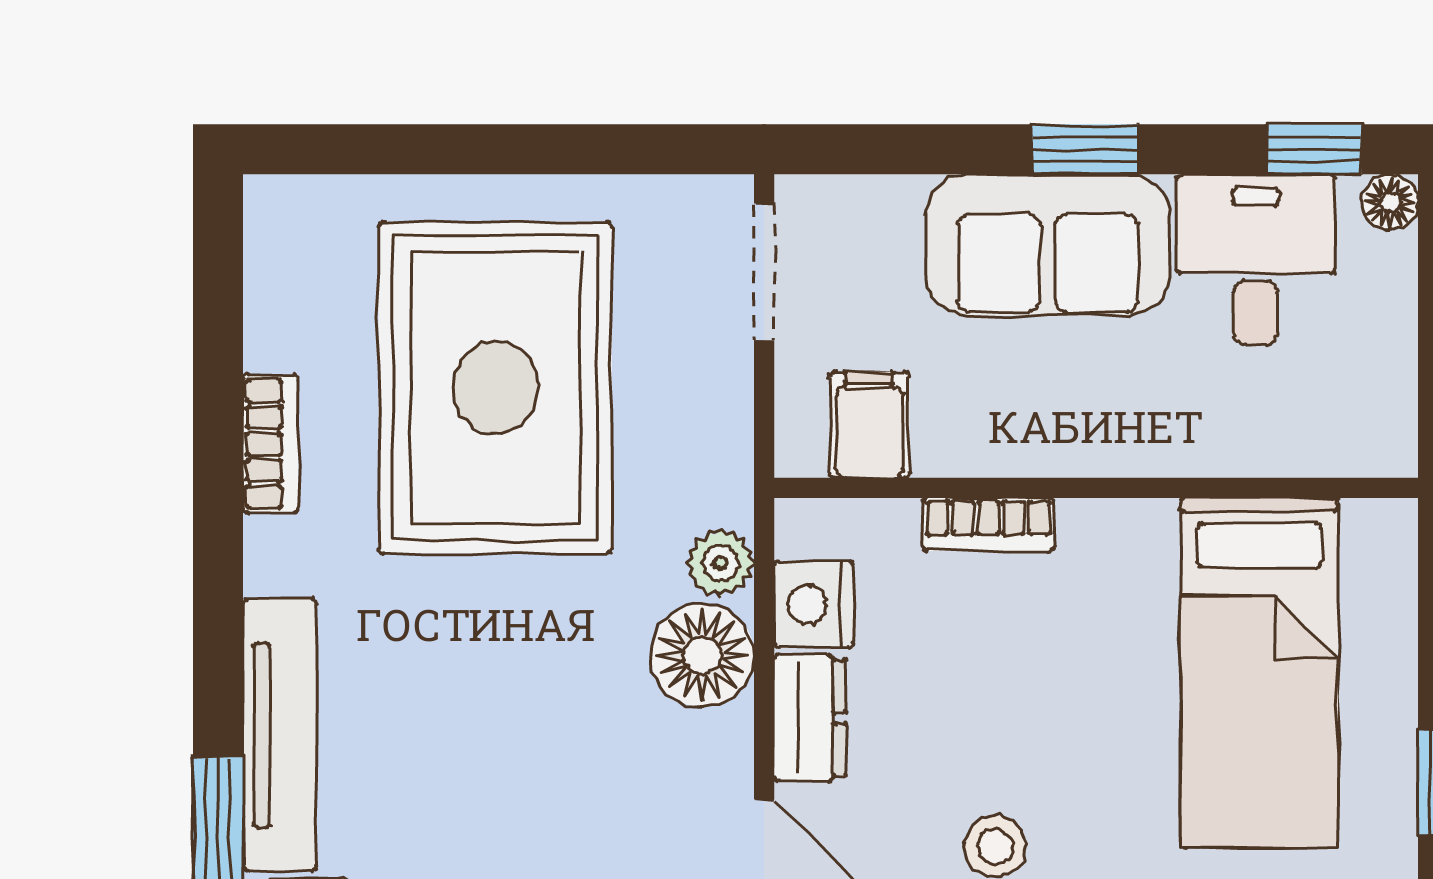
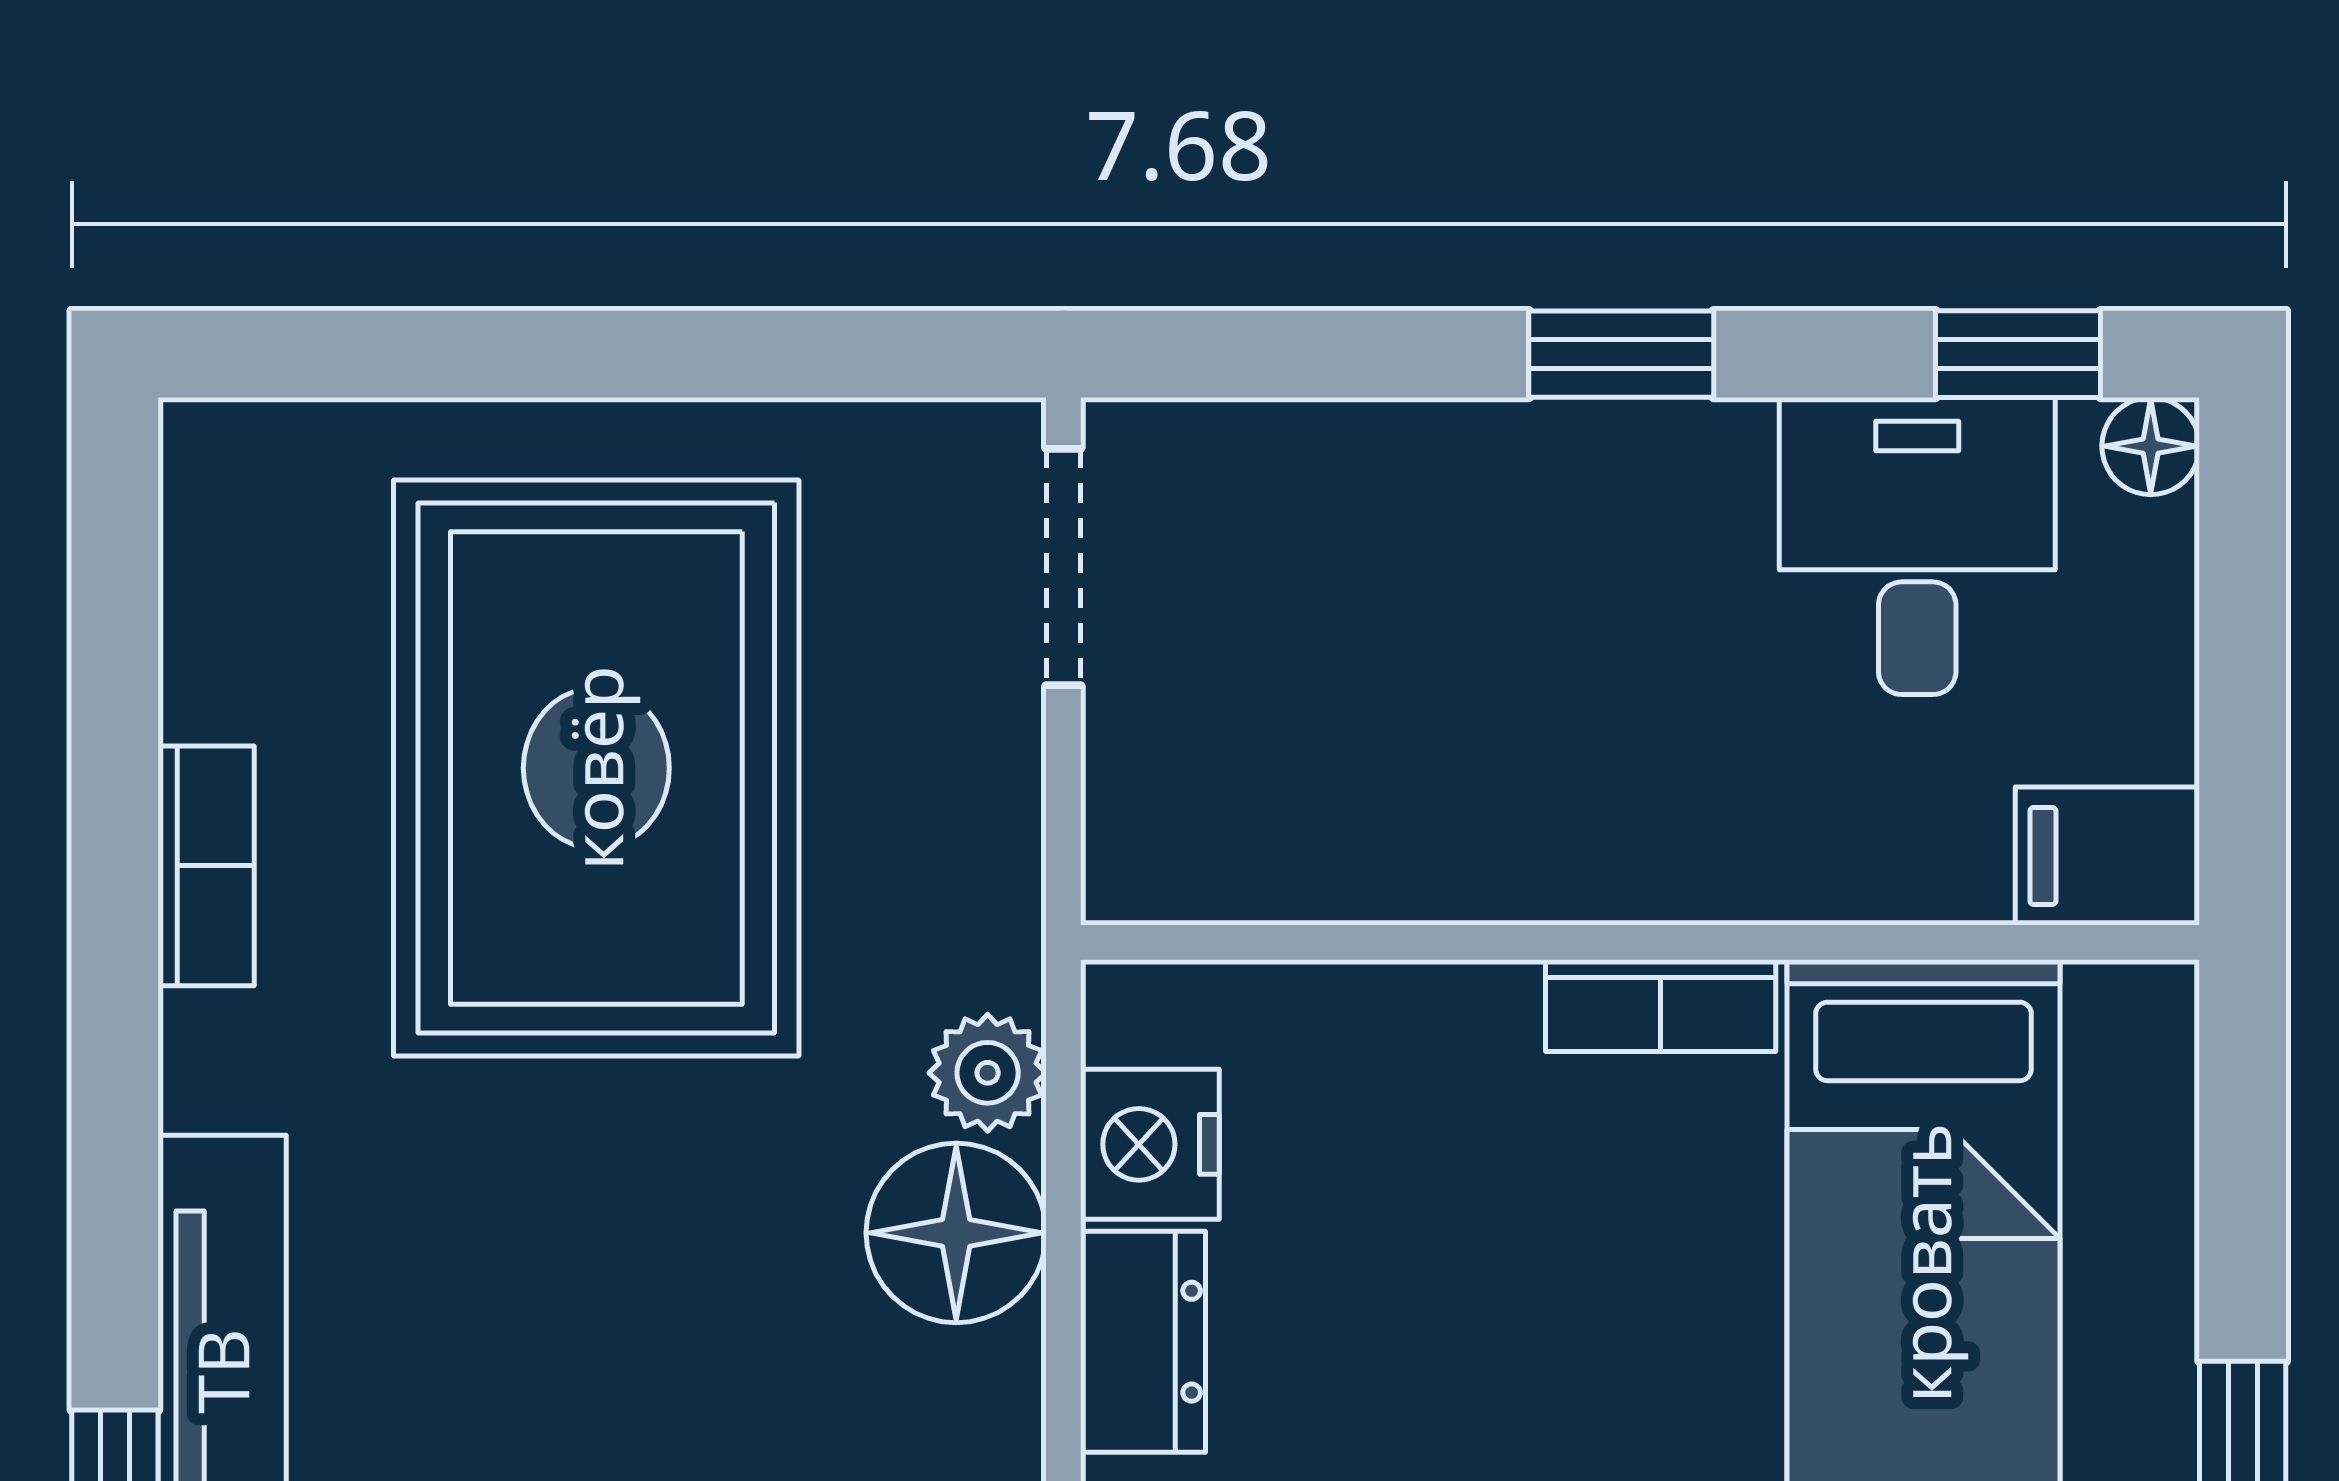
sofa: (1048, 245) -> (1556, 520), removed
filing cabinet: (869, 425) -> (2107, 856), moved, turned -90
bookcase: (989, 524) -> (1661, 1006), moved

